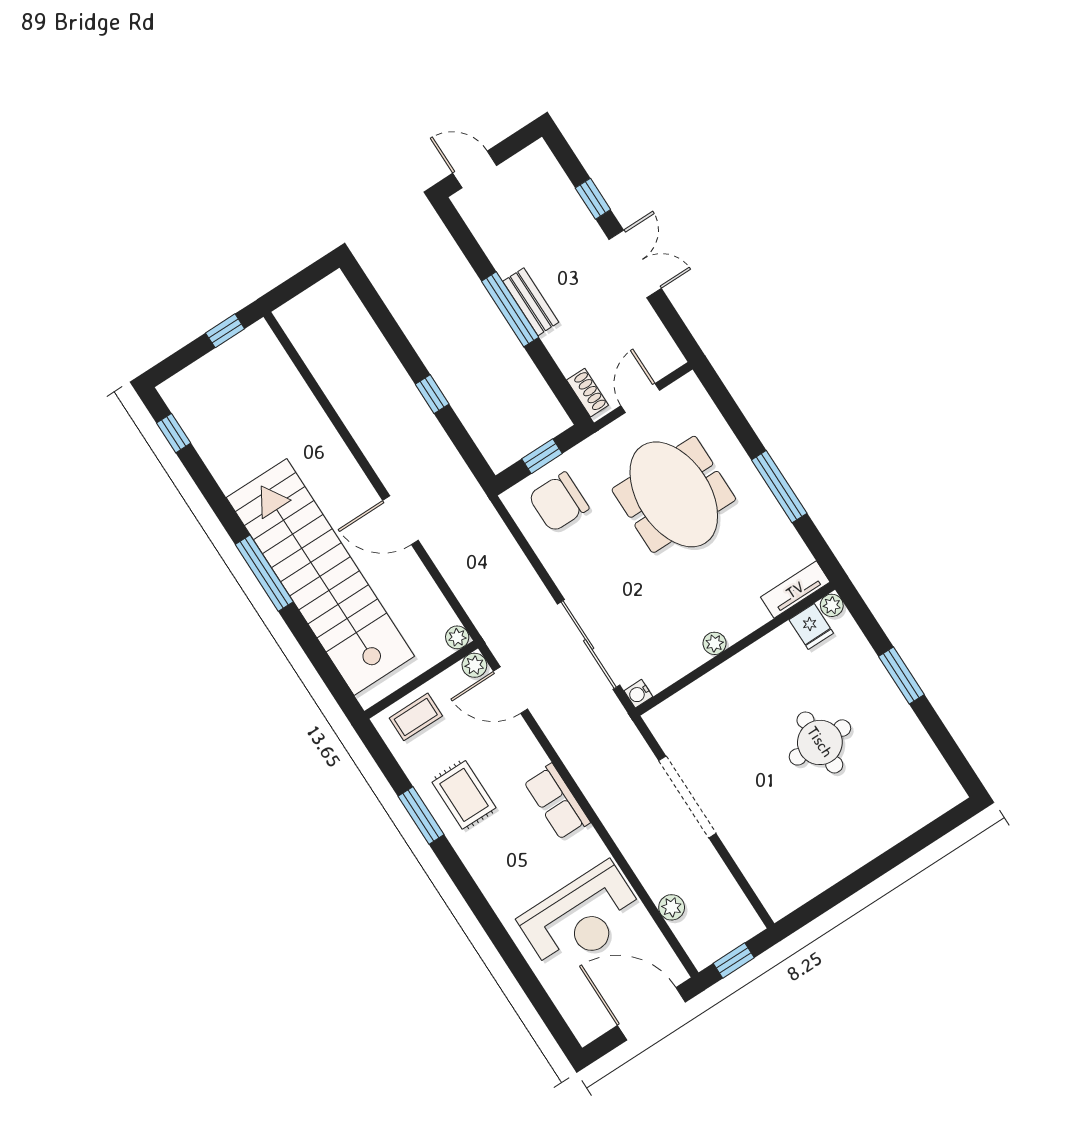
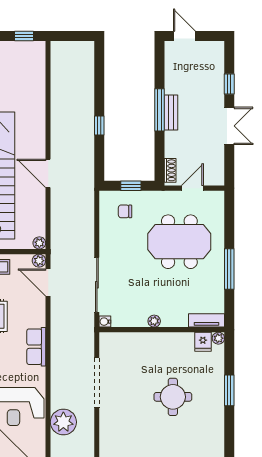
meeting table: (674, 494) -> (179, 242), turned 90
chair: (559, 502) -> (125, 211), width x0.54, depth x0.54
plant: (672, 907) -> (63, 422), width x1.88, depth x1.88

